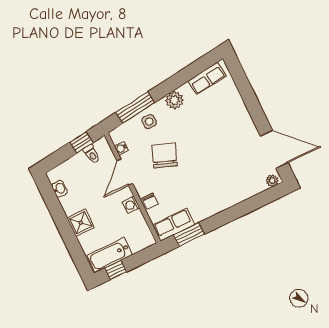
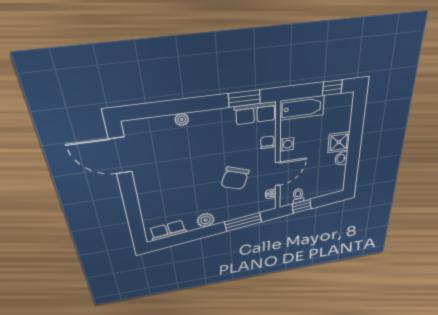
side table: (149, 122) -> (236, 209), removed
plant: (272, 181) -> (182, 119), moved
washbasin: (60, 189) -> (341, 159), moved
bathtub: (110, 255) -> (302, 108), moved

